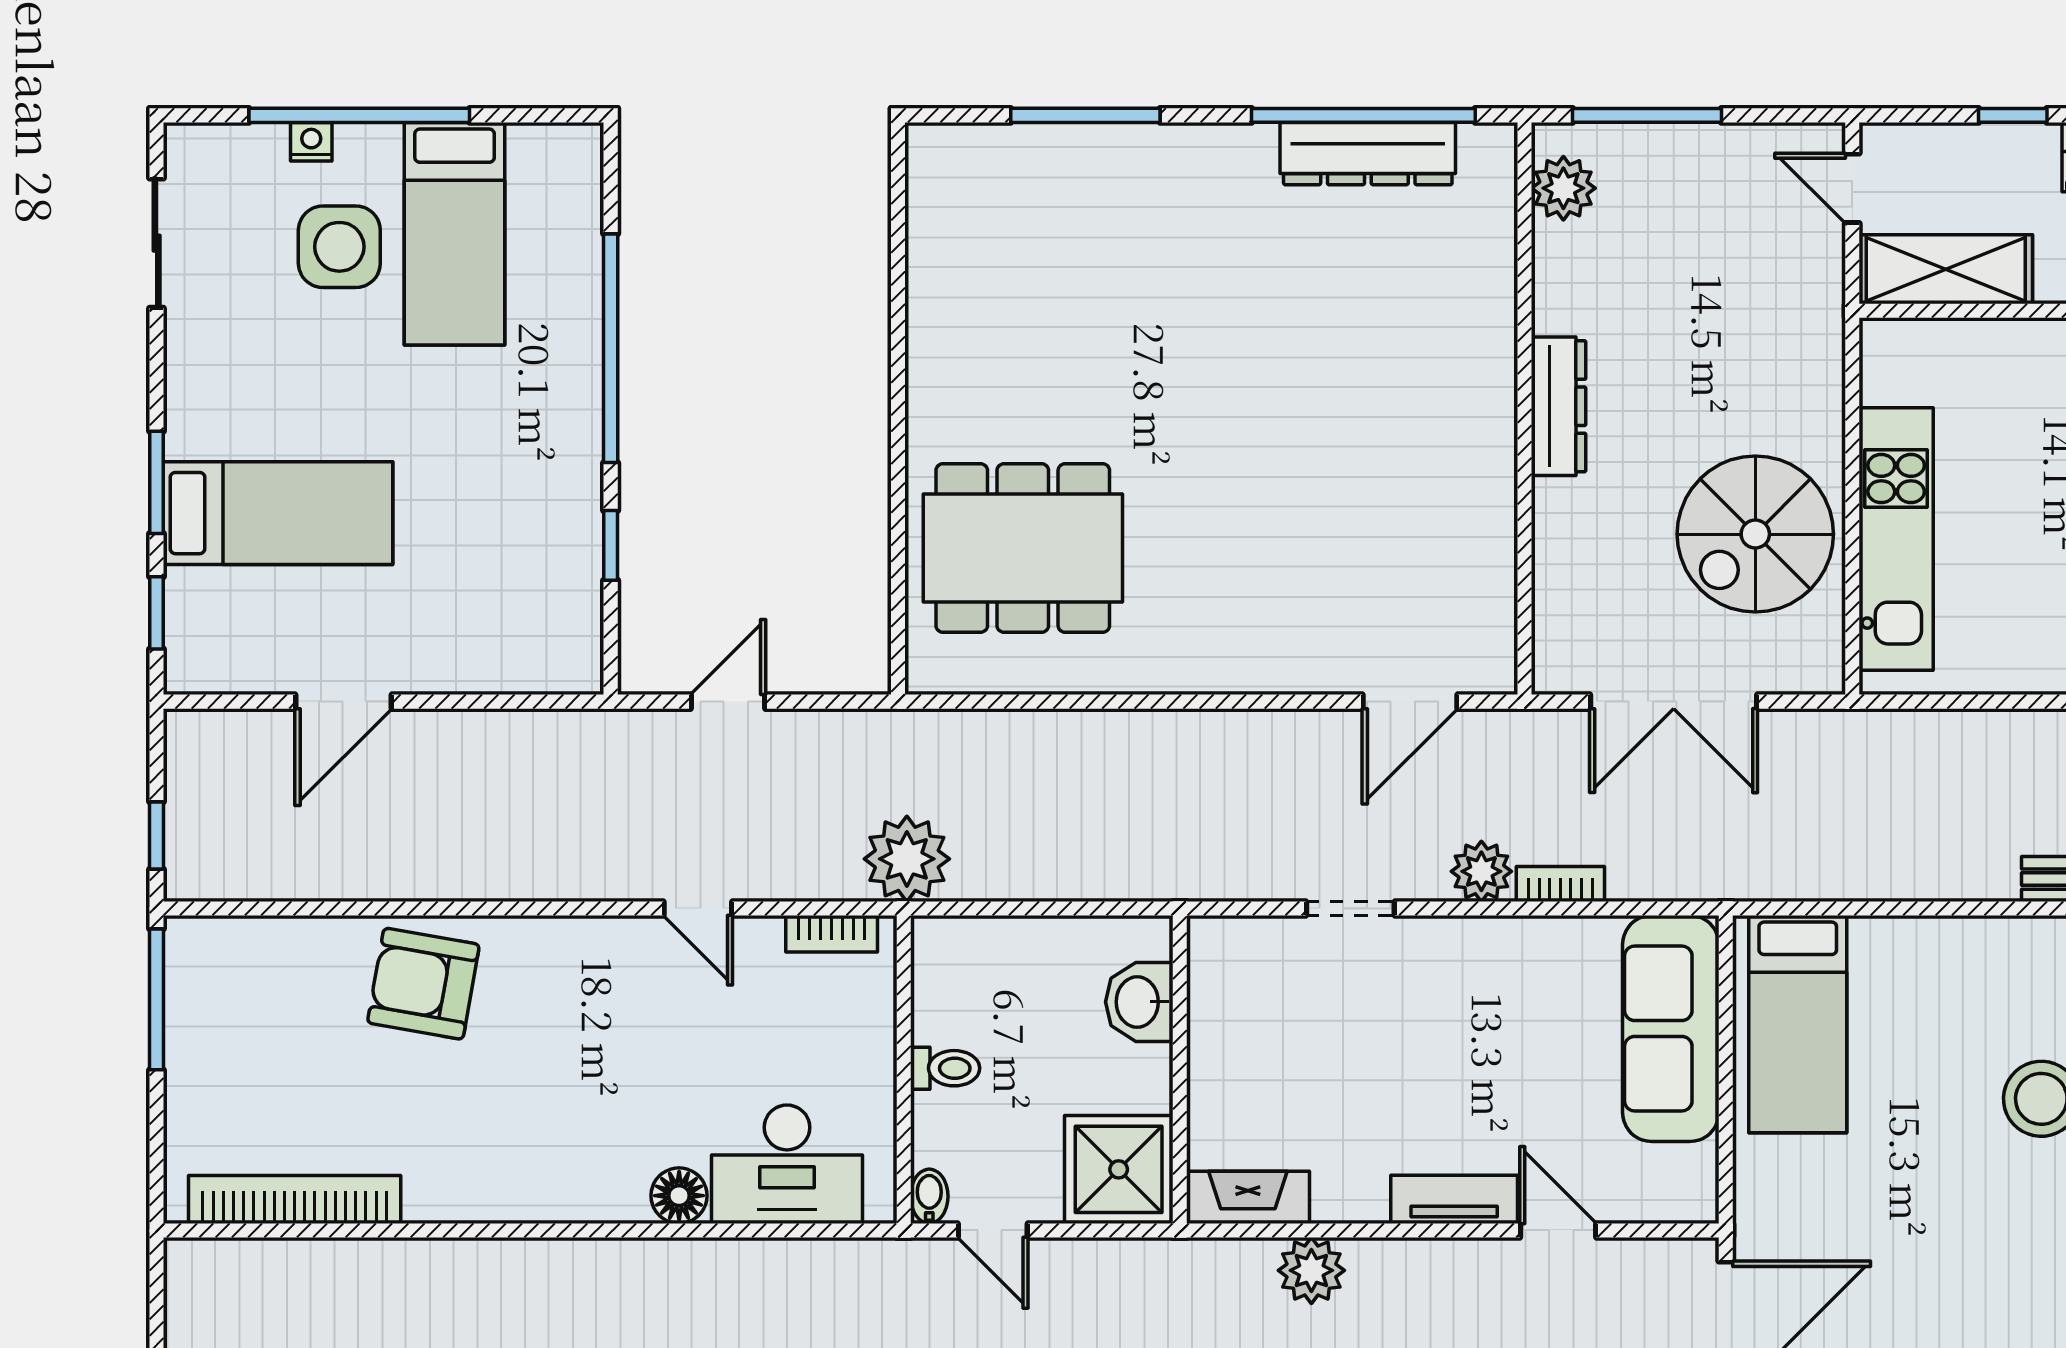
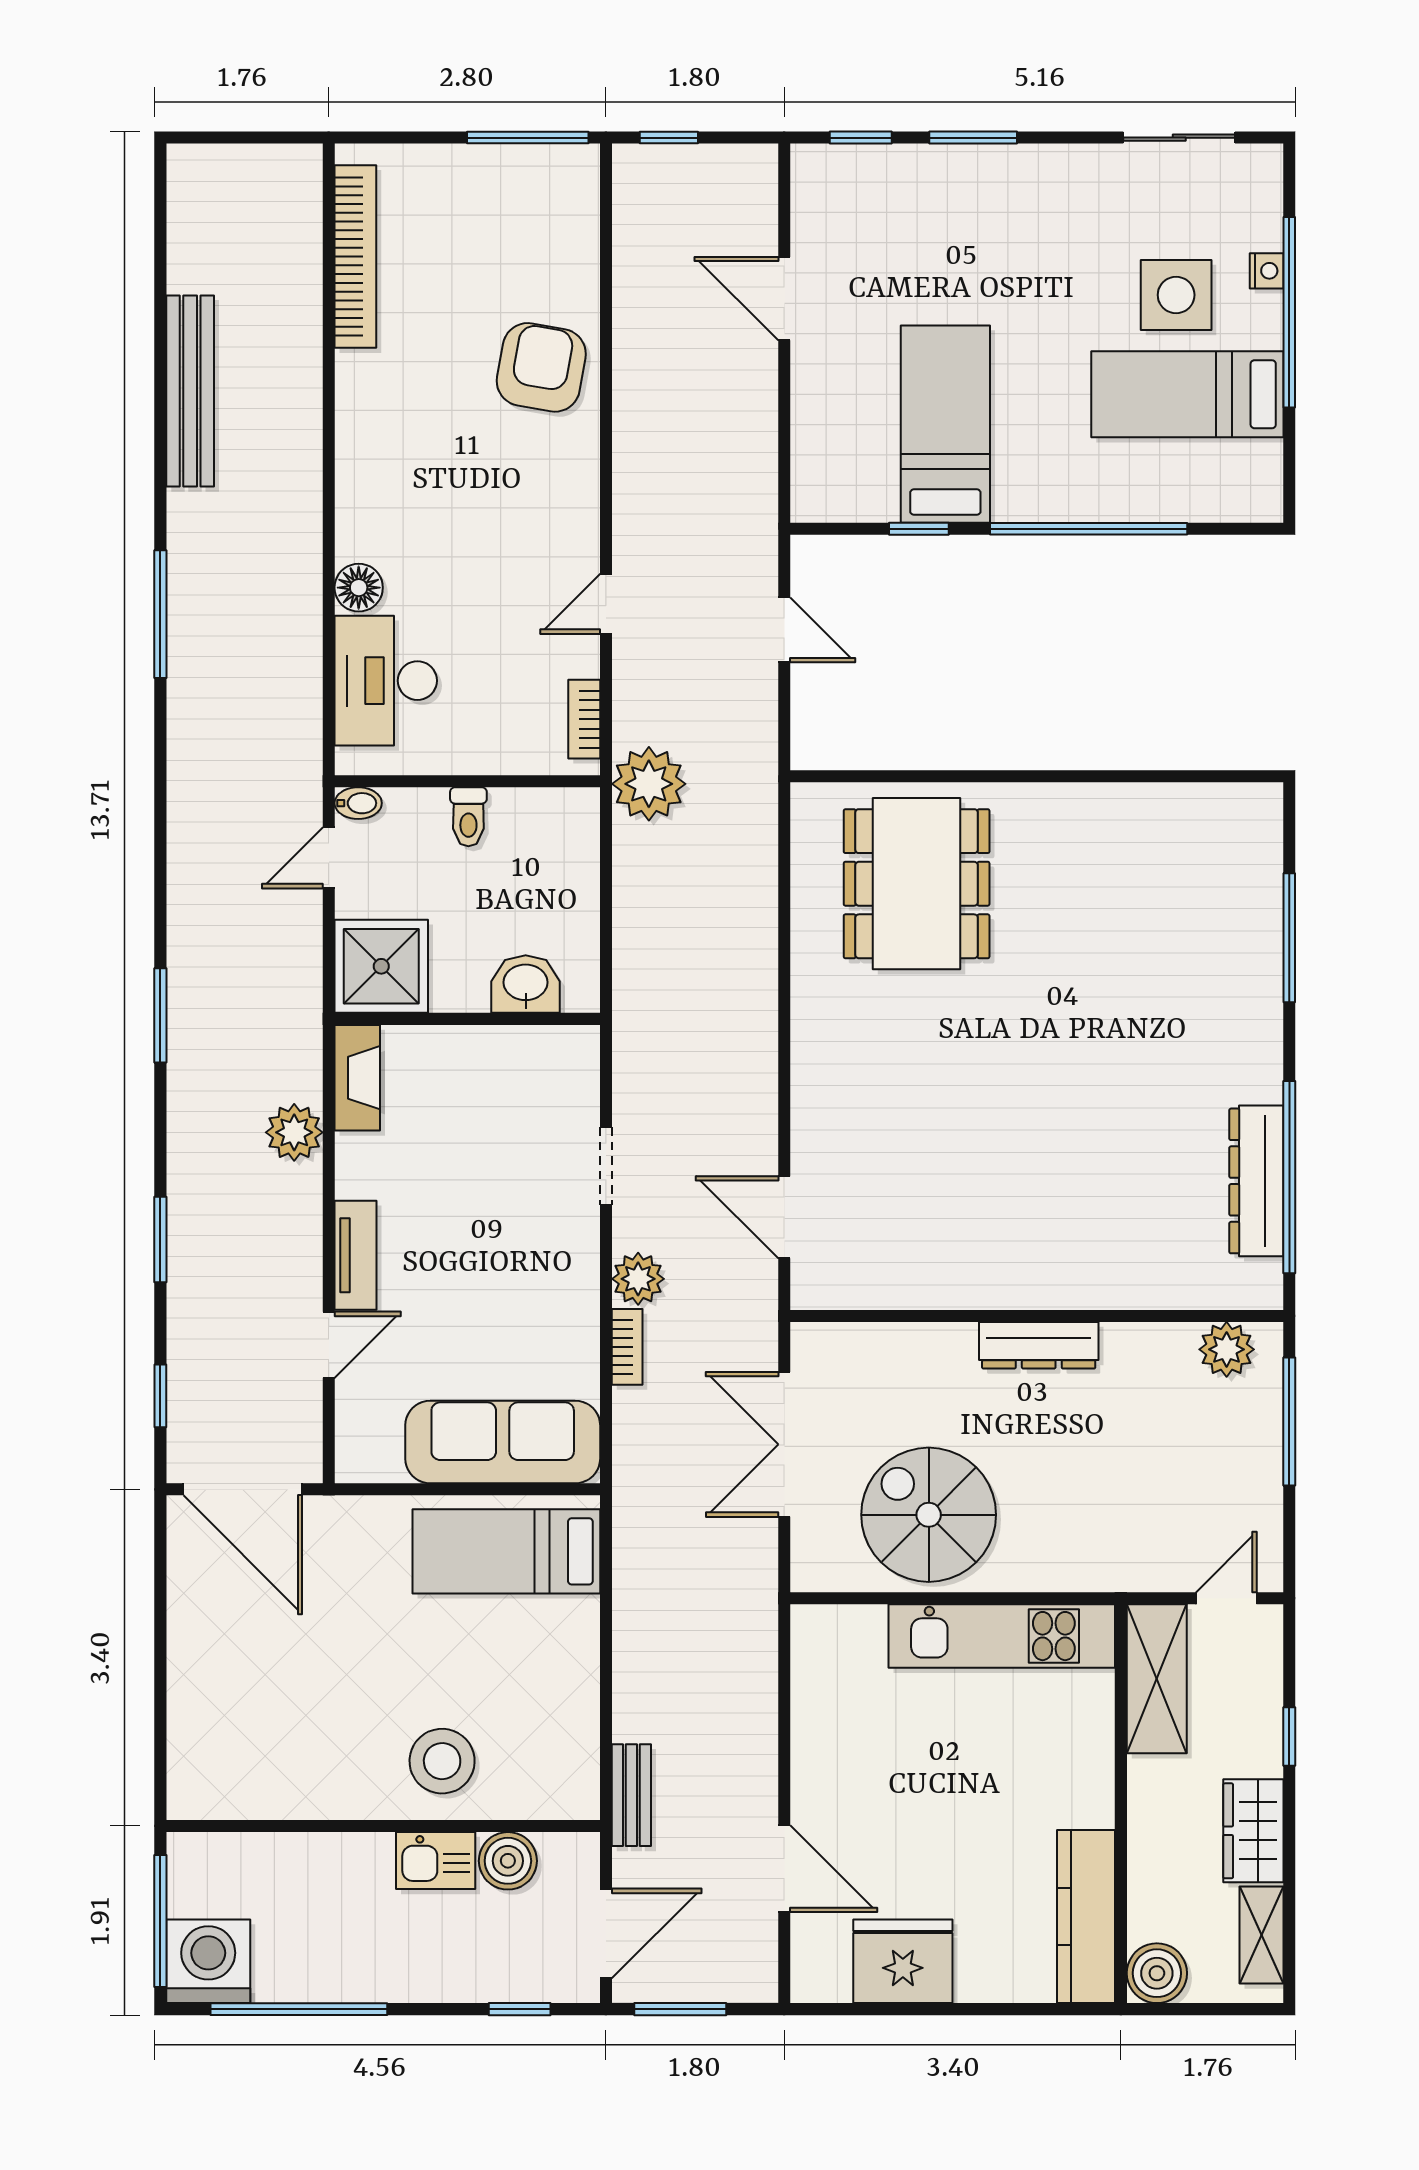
bed: (278, 513) -> (945, 424), moved, turned 180
kitchen unit: (1896, 539) -> (1002, 1636), moved

